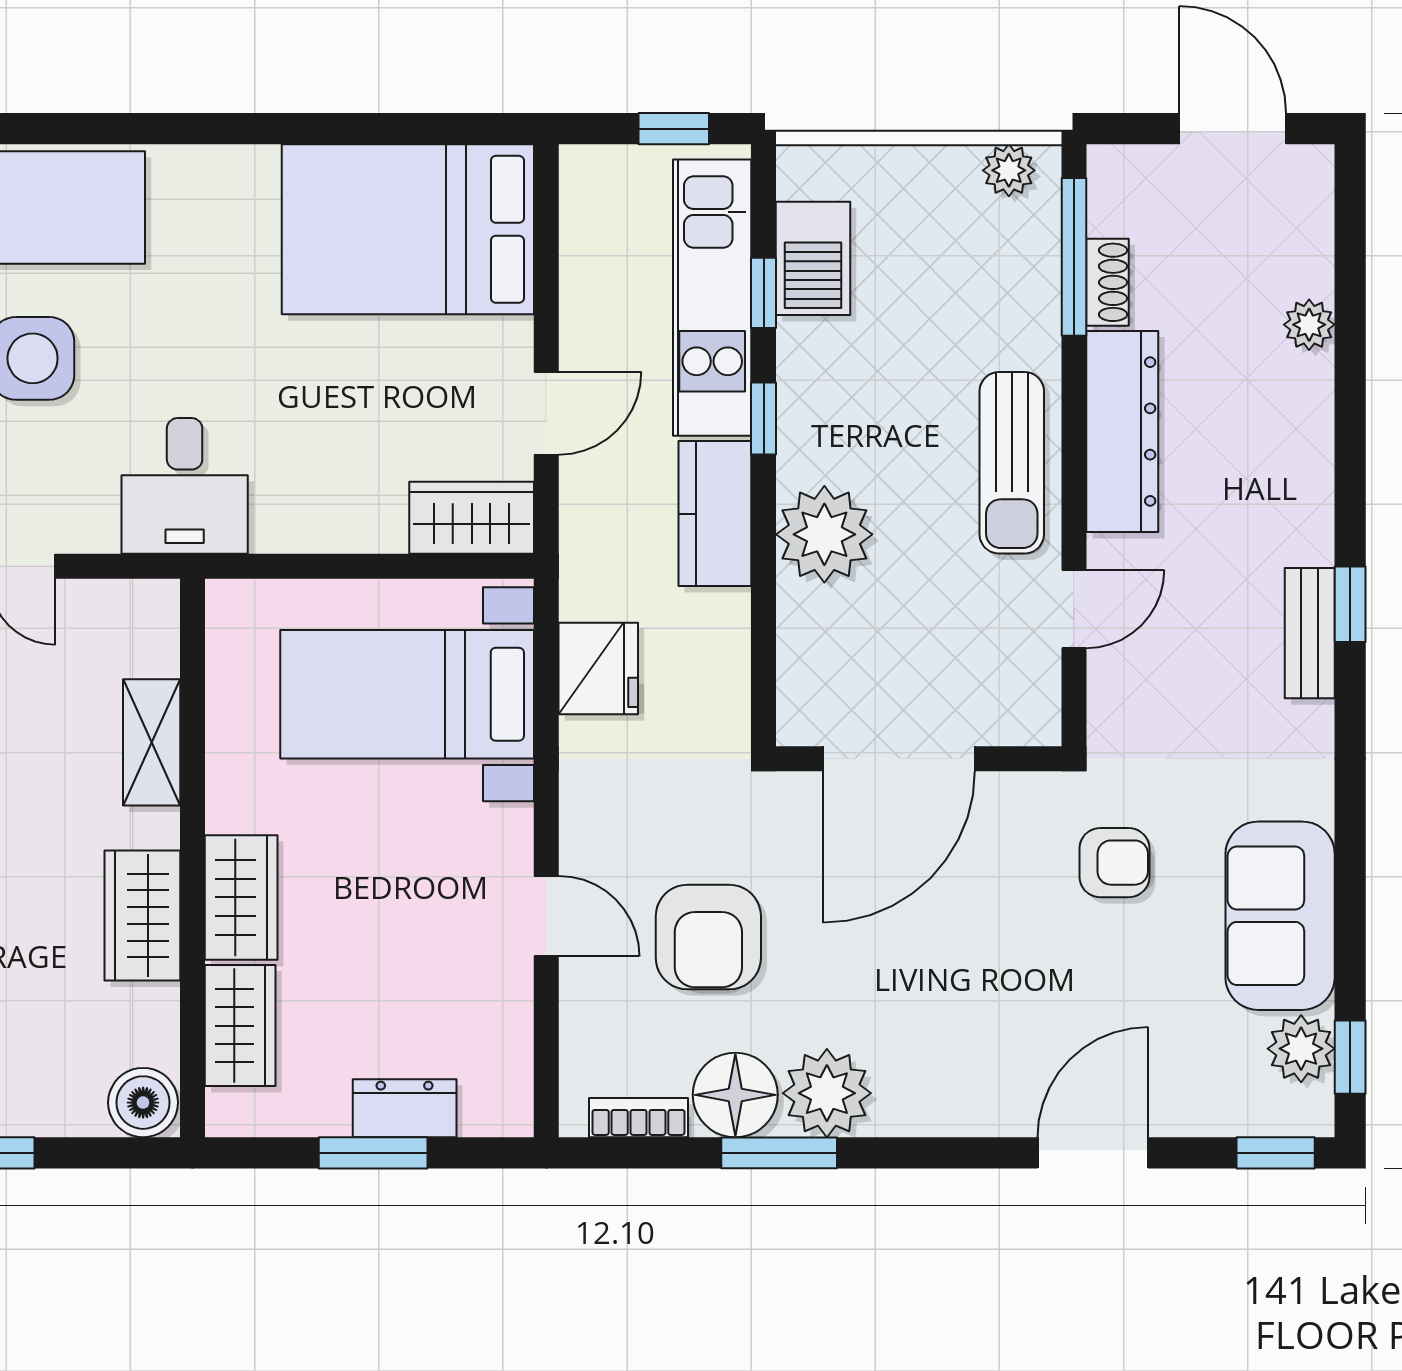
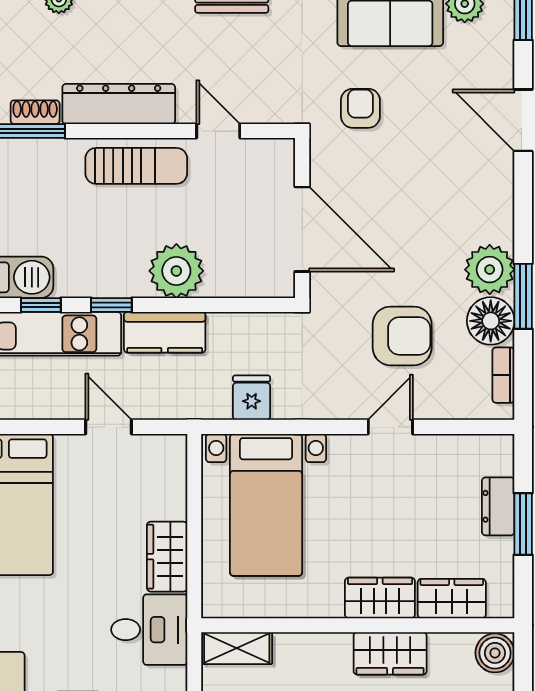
wardrobe: (472, 518) -> (167, 557), moved
fridge: (598, 668) -> (252, 398), width x0.72
shelving: (152, 742) -> (237, 648), moved

